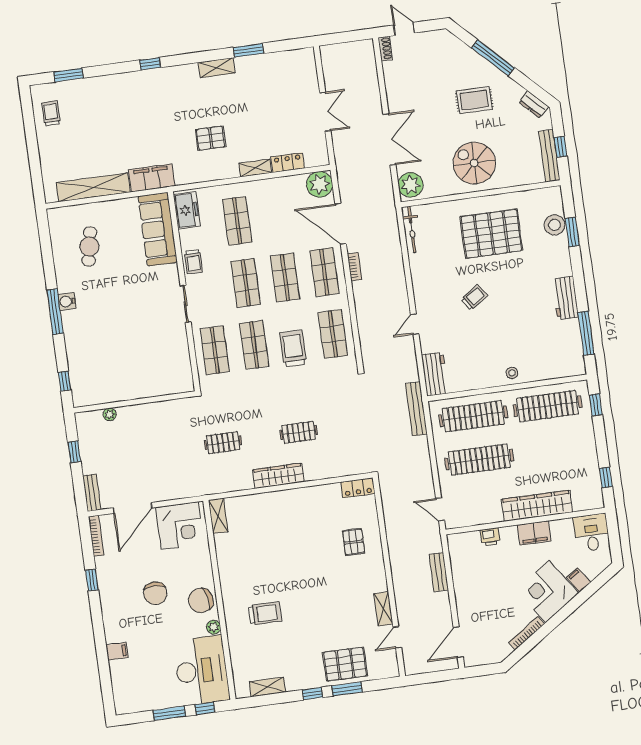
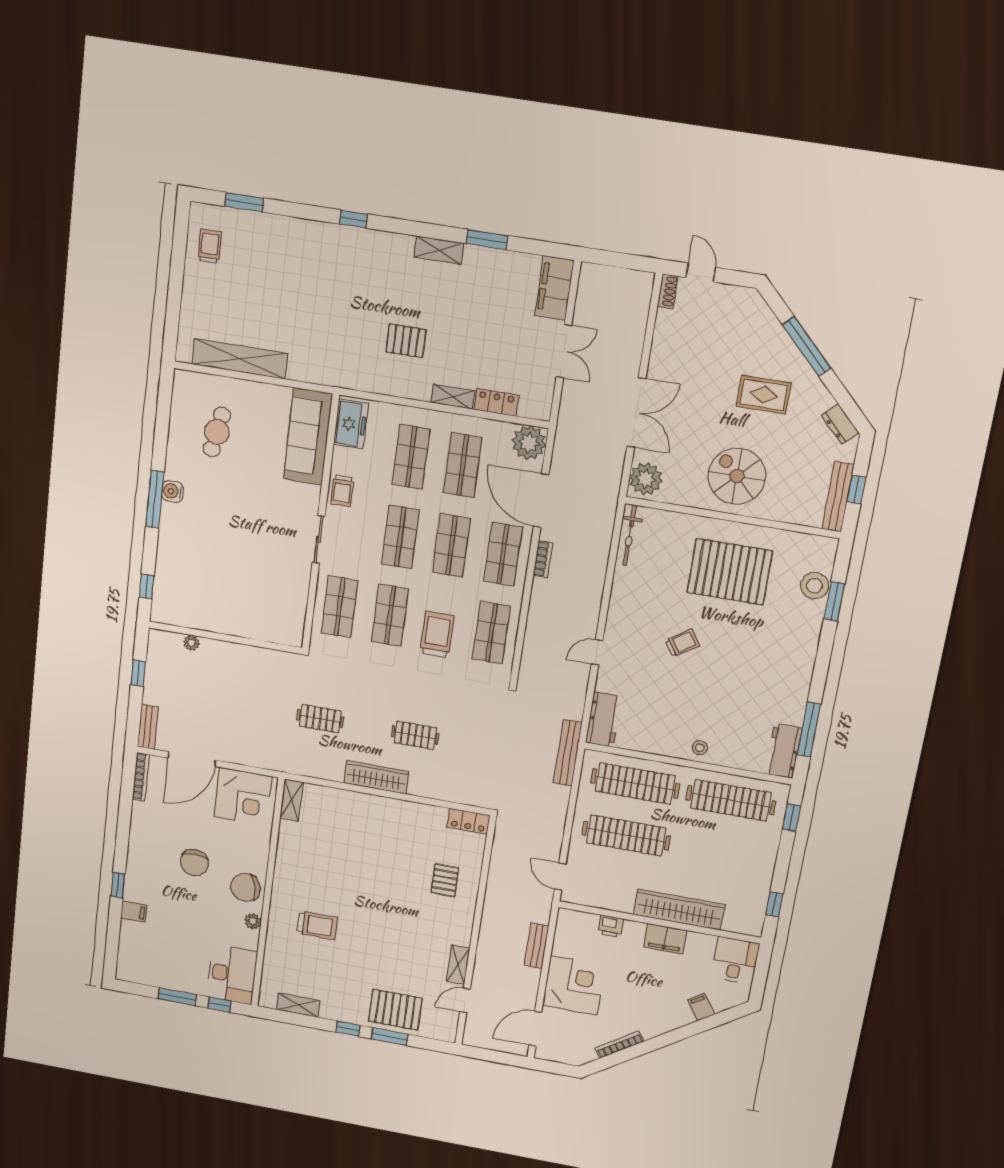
filing cabinet: (152, 178) -> (554, 288), moved, turned -90
shop shelf: (277, 216) -> (463, 465), added
workbench: (565, 298) -> (784, 751), moved
window: (92, 580) -> (118, 885), moved
corner desk: (547, 592) -> (574, 985), moved, turned 124
desk: (202, 670) -> (232, 974), width x0.73, depth x0.77

